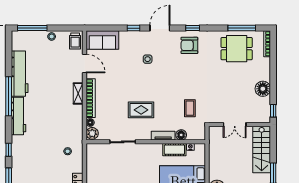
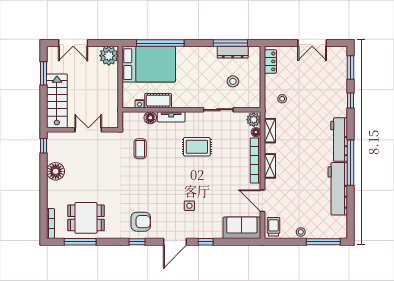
shelving: (78, 124) -> (270, 131), added
stool: (110, 166) -> (233, 81), added

